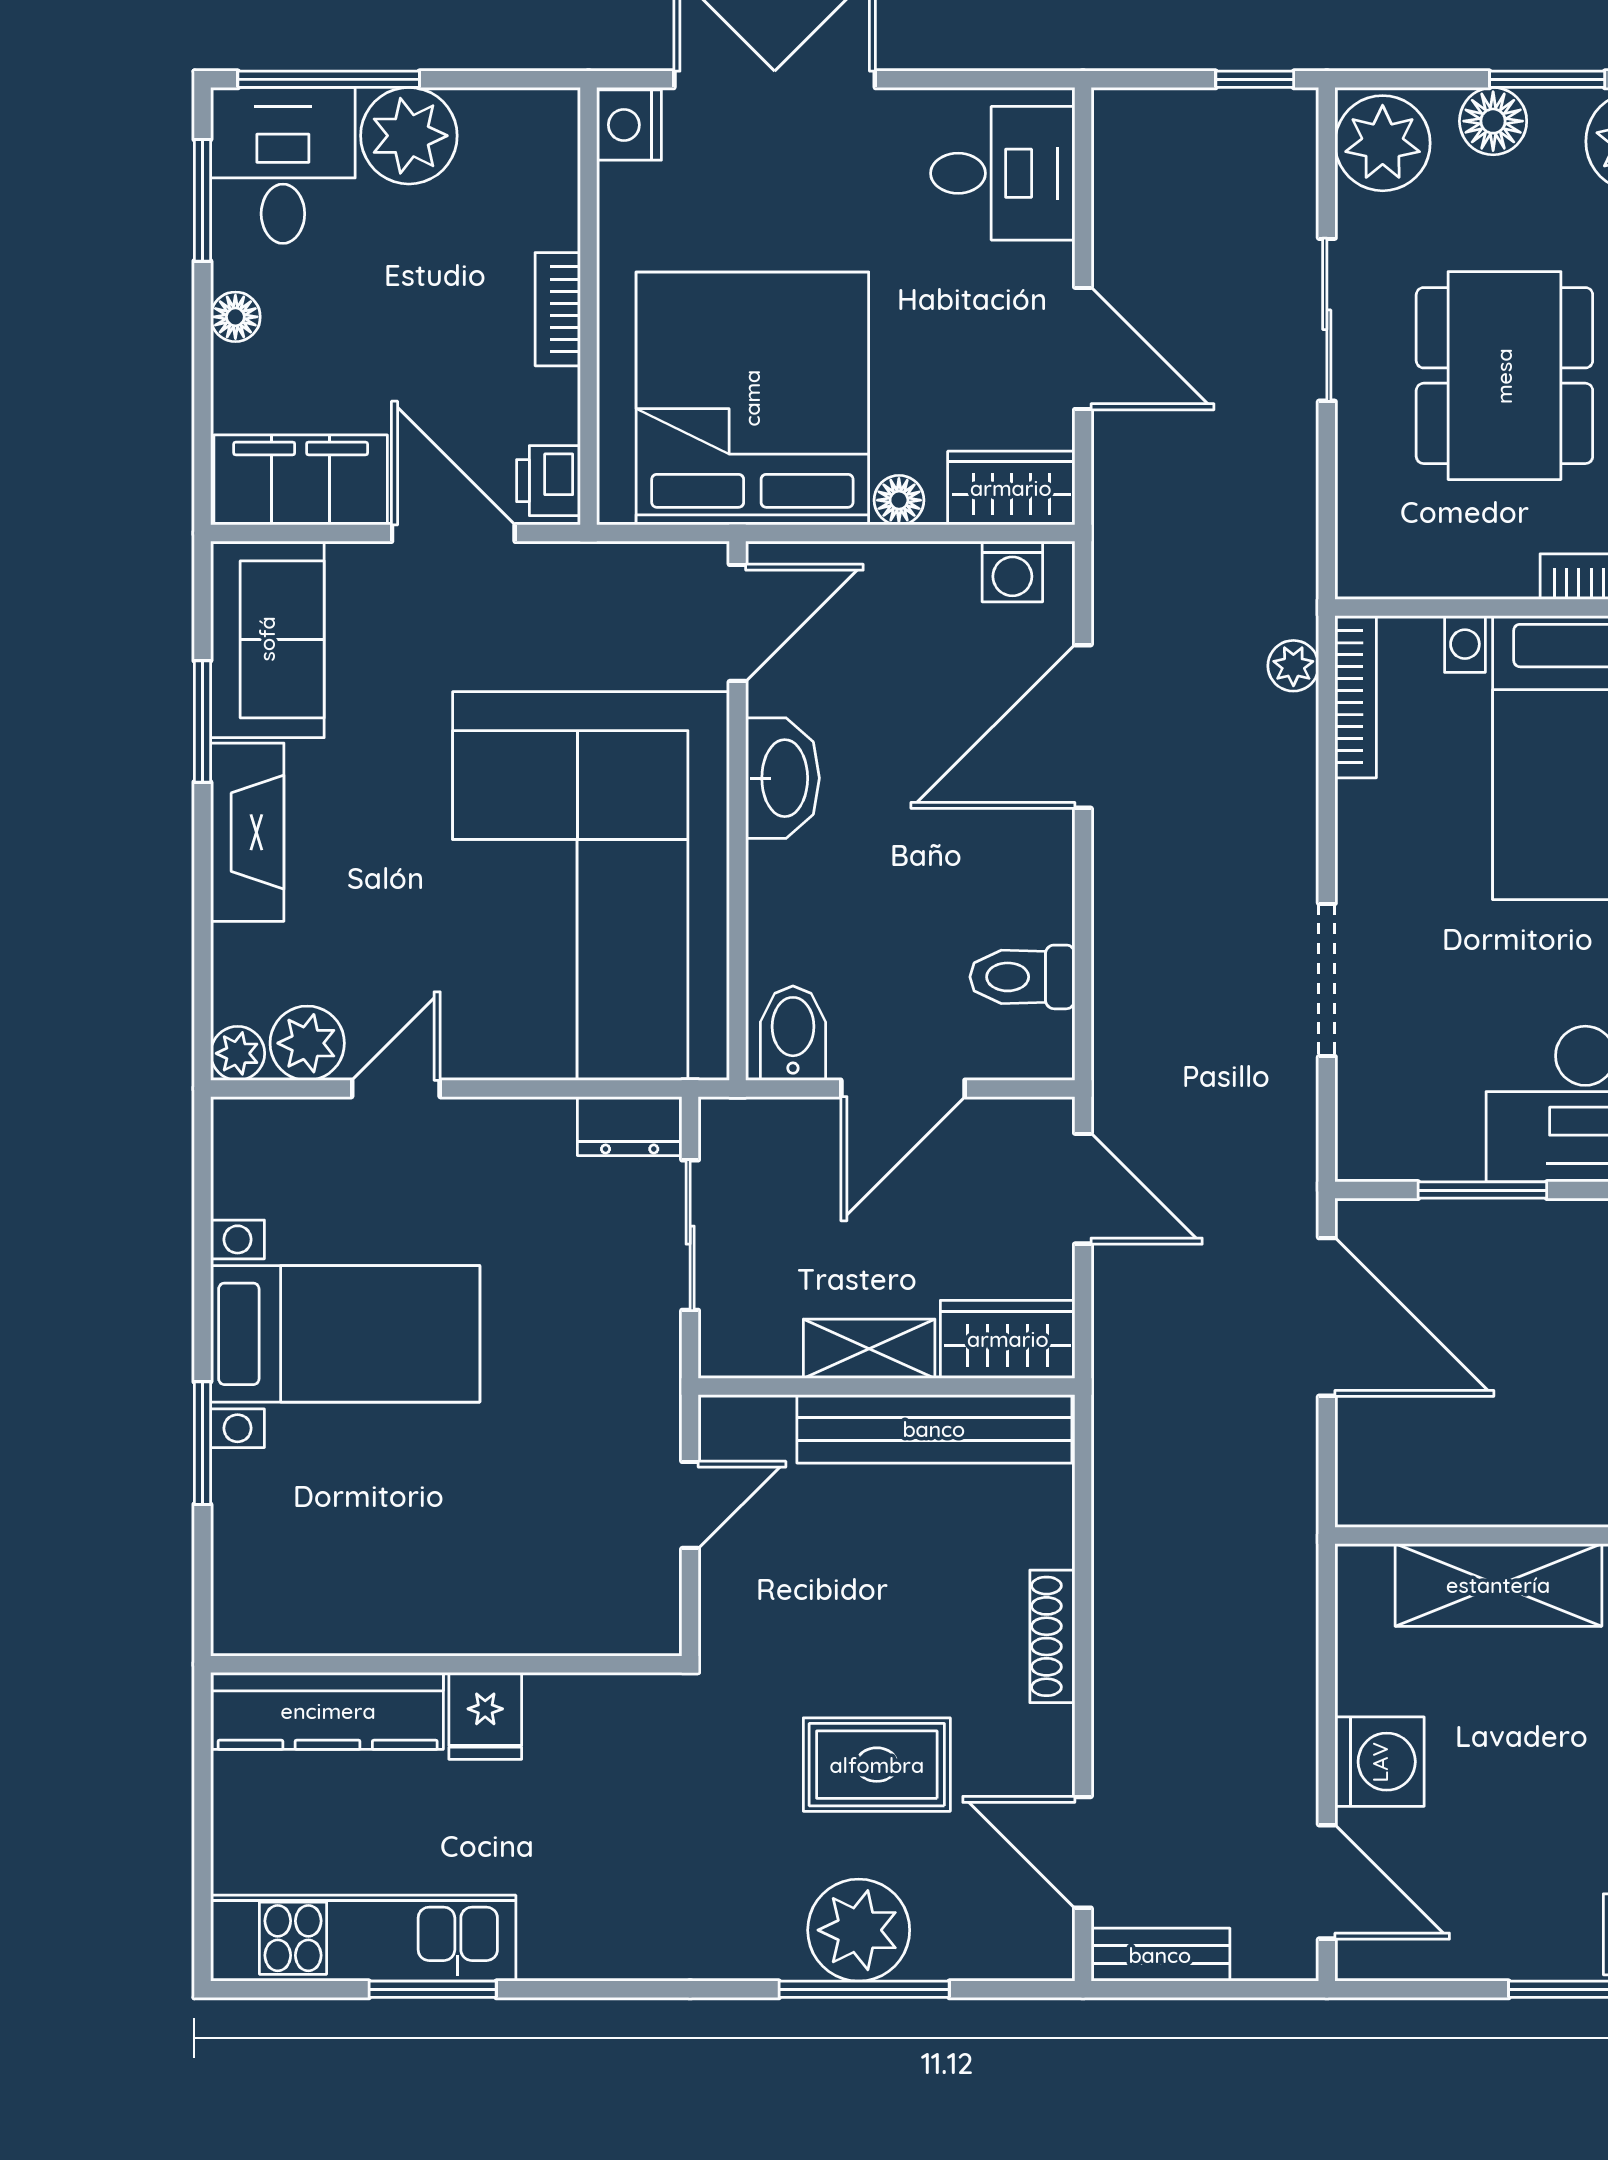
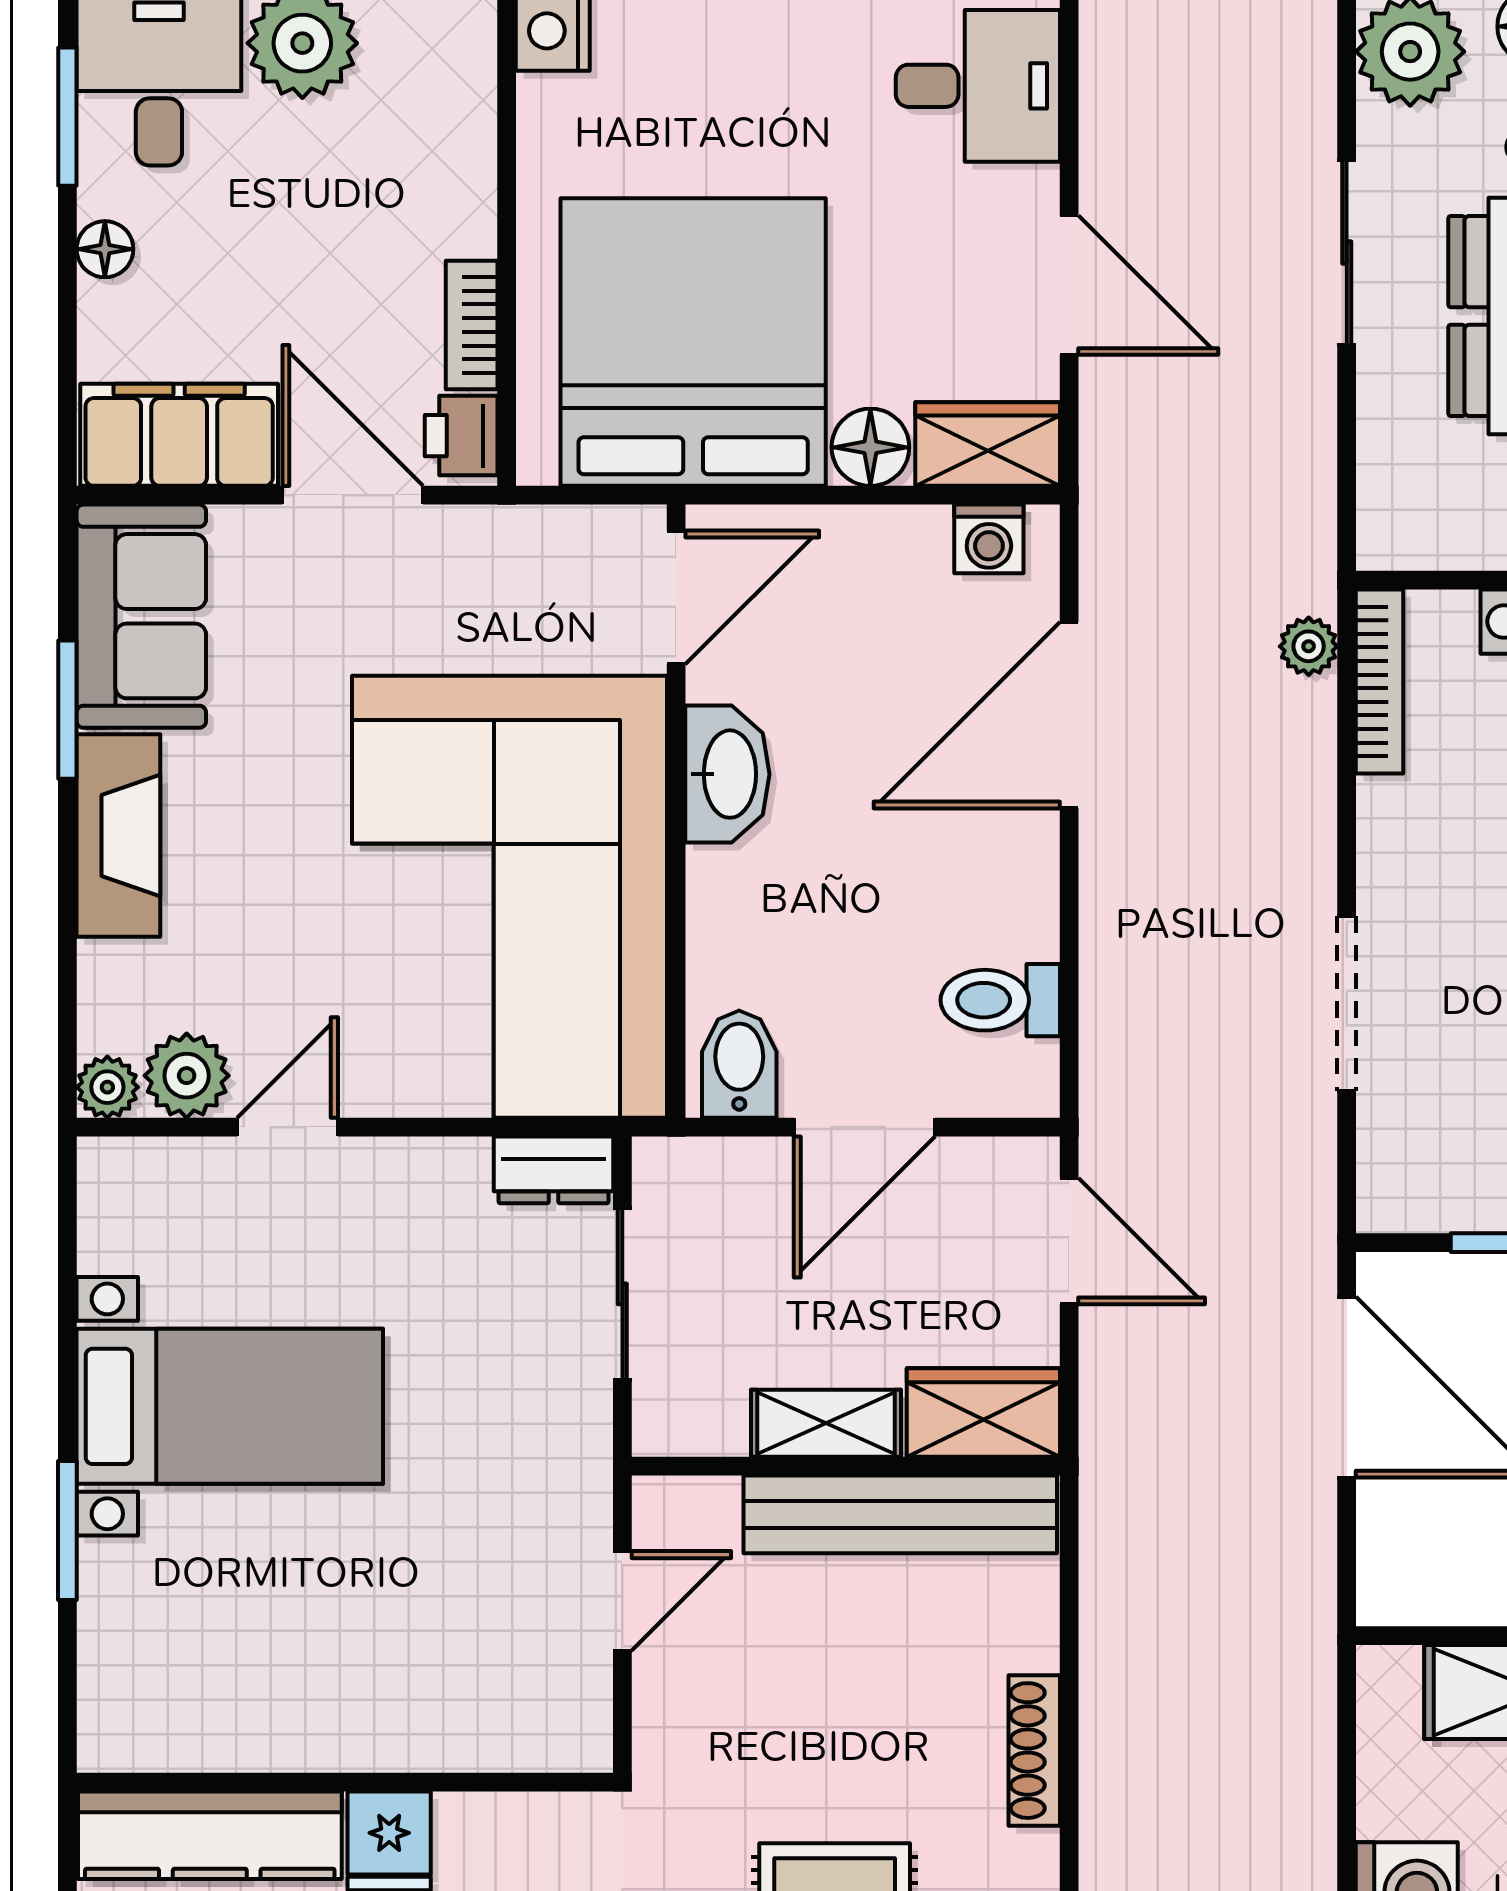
bookcase: (558, 309) -> (472, 325), moved
floor lamp: (899, 500) -> (870, 447), width x1.37, depth x1.37

